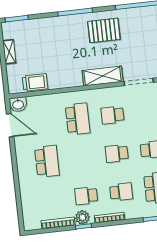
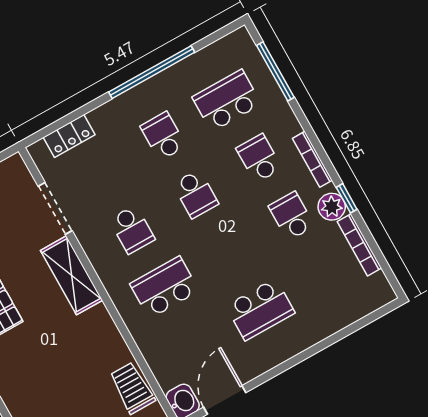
school desk: (47, 161) -> (260, 309), turned 180
school desk: (86, 196) -> (291, 216), turned 180

